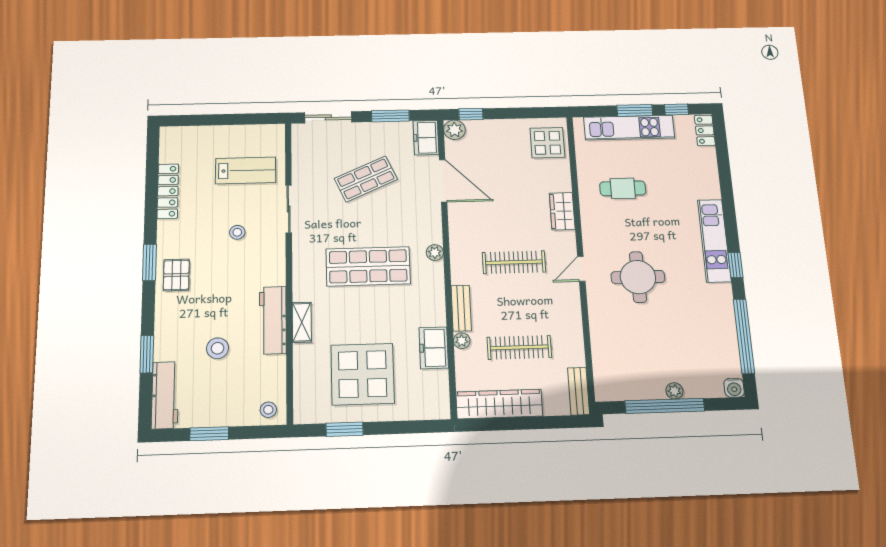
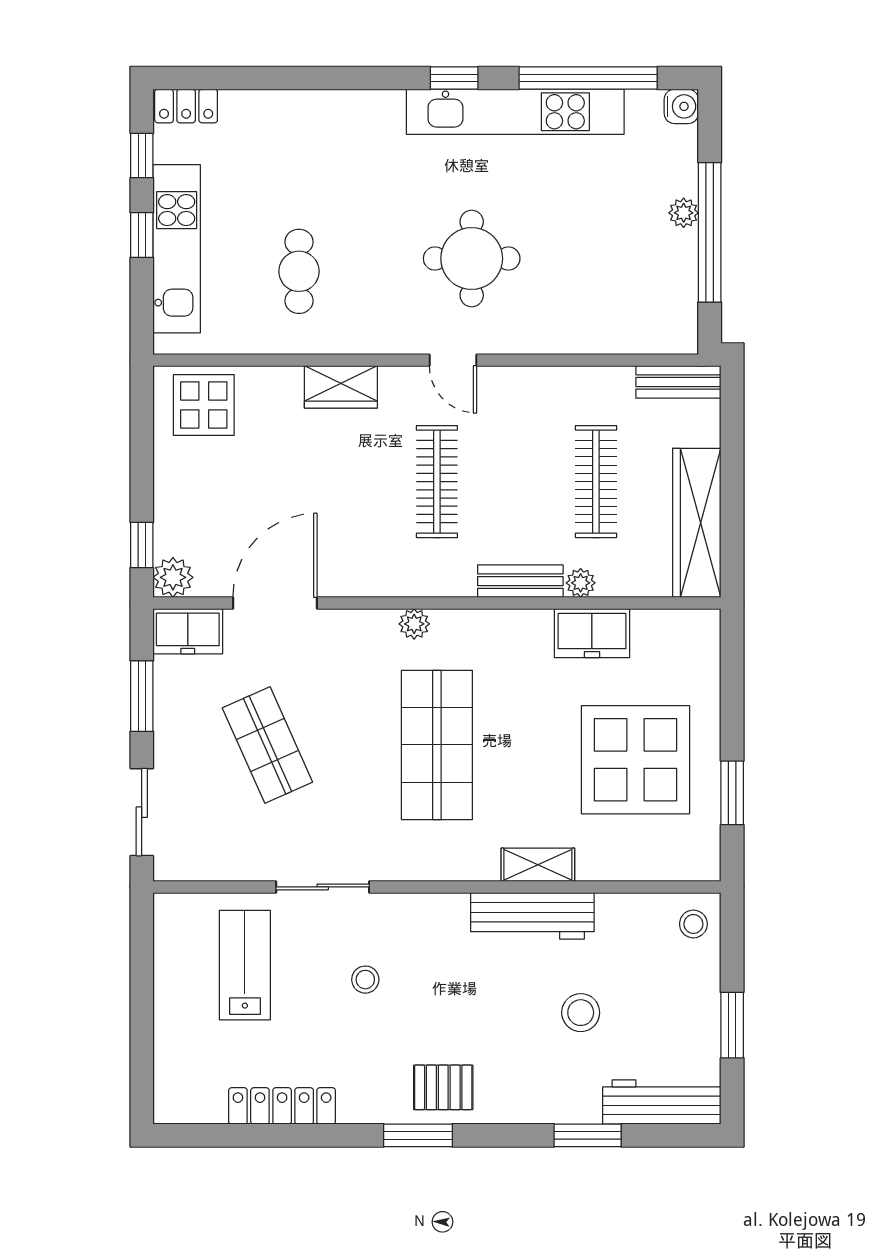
window: (635, 110) -> (142, 235), width x0.67
kitchen unit: (714, 241) -> (515, 112), moved, width x1.36

